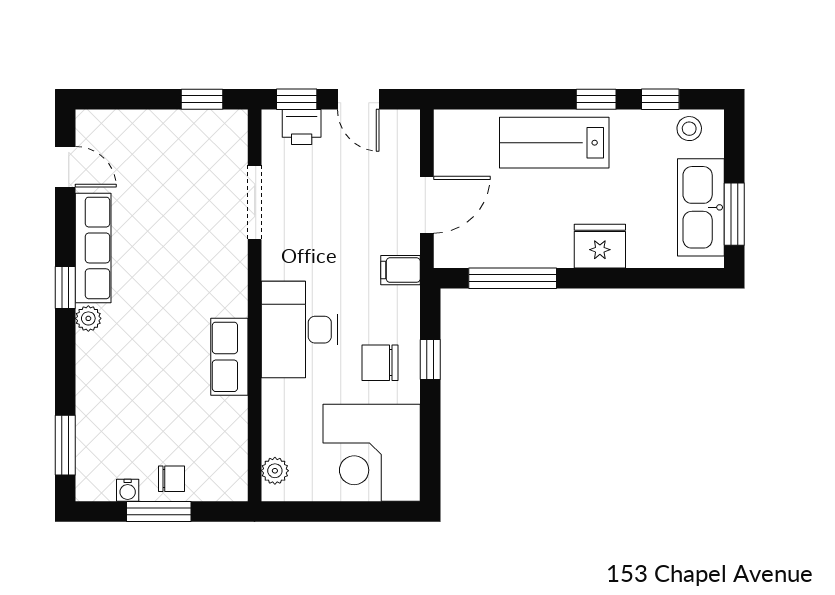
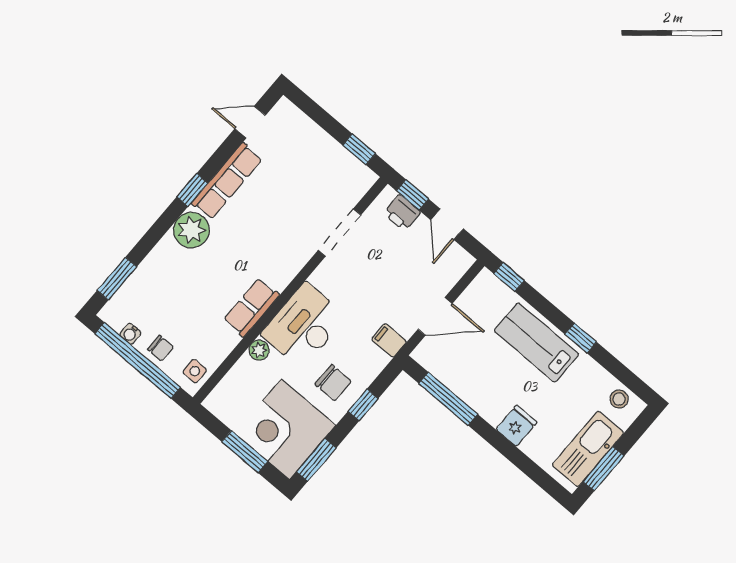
window: (660, 99) -> (509, 277), moved
door: (65, 167) -> (250, 122), swing flipped
fridge: (600, 246) -> (516, 426), width x0.72
plant: (88, 318) -> (191, 230), width x1.88, depth x1.88
chair: (380, 363) -> (333, 383), turned 180
window: (430, 457) -> (316, 460), added
plant: (275, 471) -> (259, 350), moved
side table: (227, 472) -> (195, 371), added
window: (159, 511) -> (138, 361), width x2.11
window: (349, 511) -> (245, 452), added

